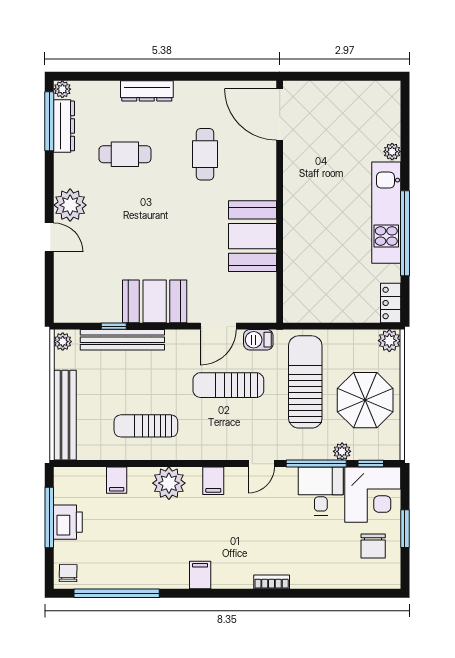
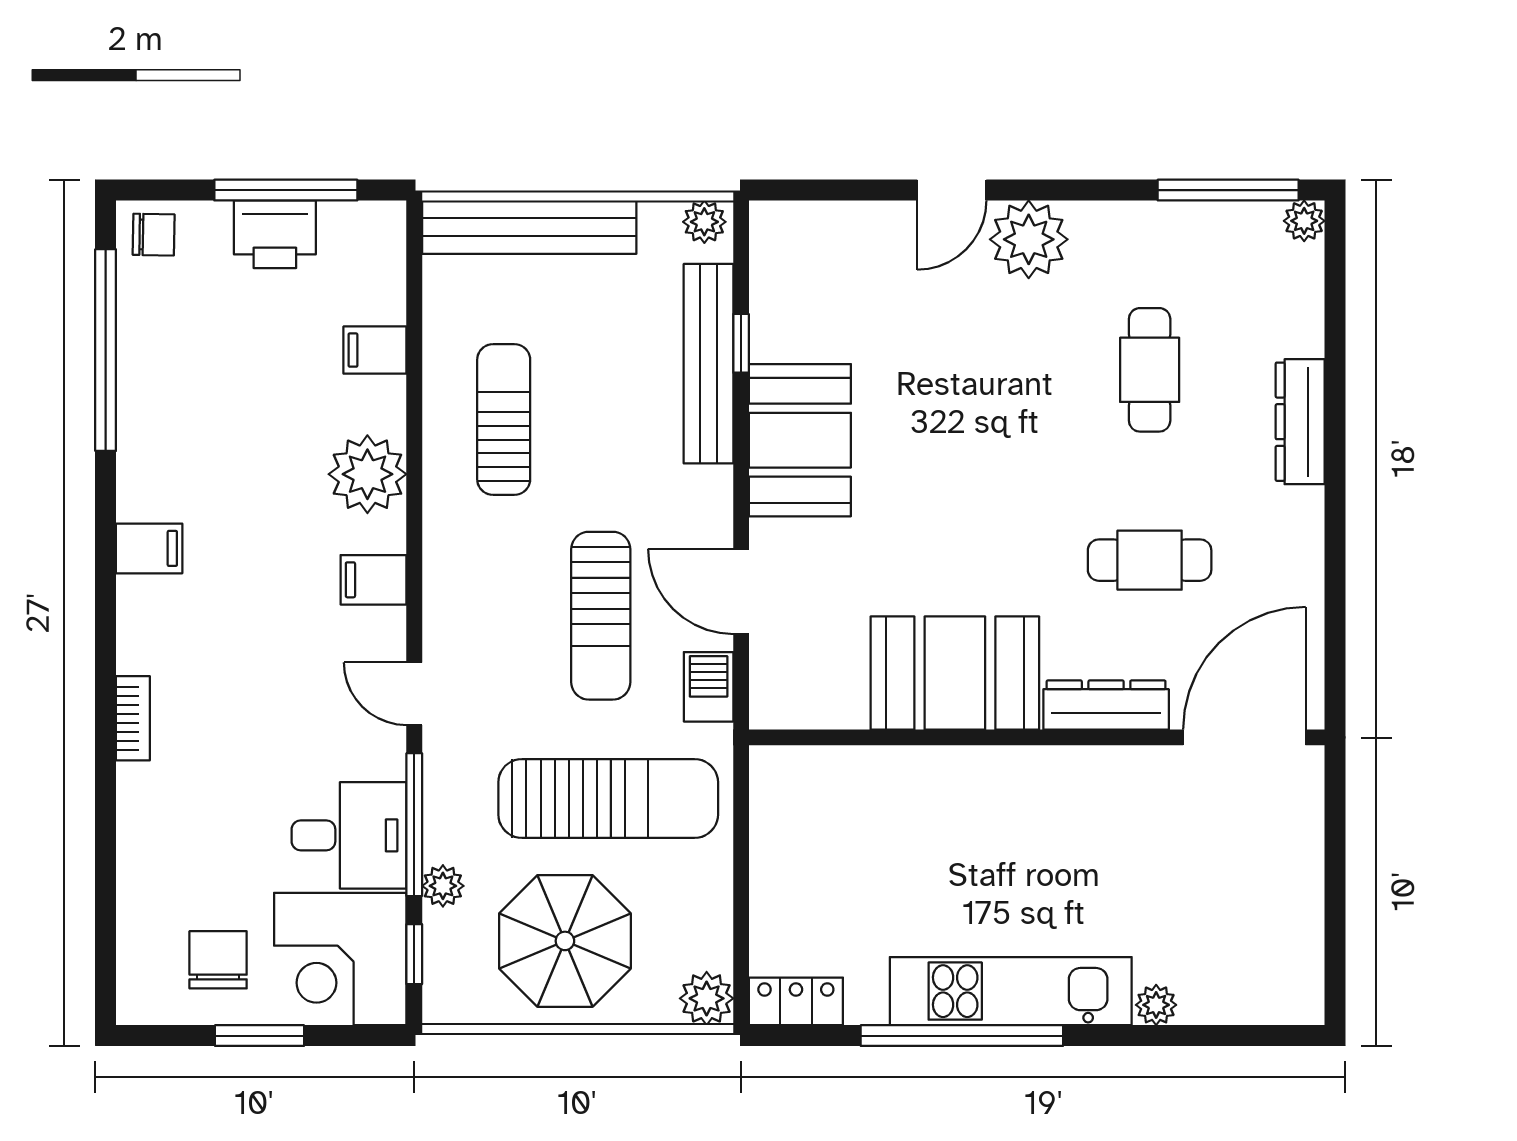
dresser: (64, 126) -> (1106, 705), moved, turned 180
sun lounger: (228, 385) -> (601, 616), turned 180
chair: (373, 546) -> (218, 960), turned 90

